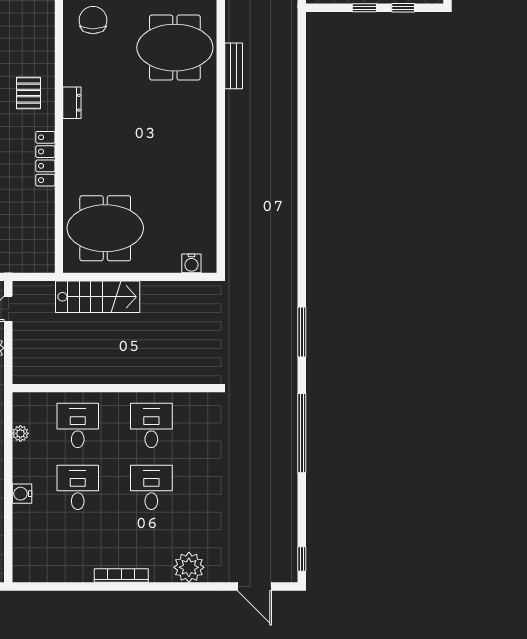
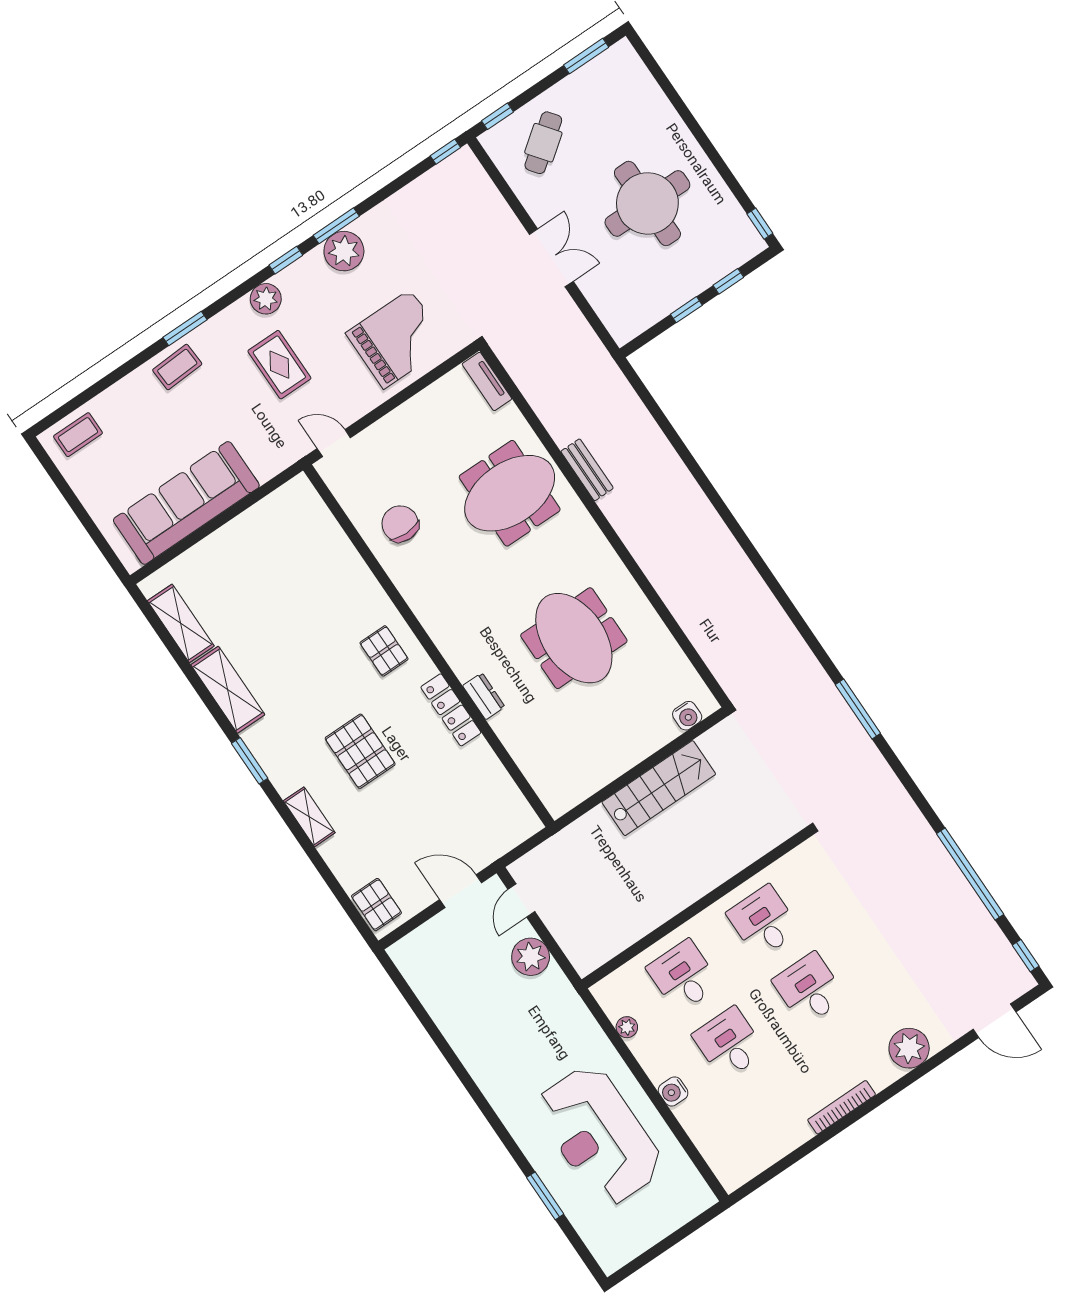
dresser: (72, 103) -> (484, 696), moved
meeting table: (105, 228) -> (574, 638), moved, turned 90
stairs: (98, 297) -> (659, 788), moved
window: (302, 433) -> (970, 874), moved

